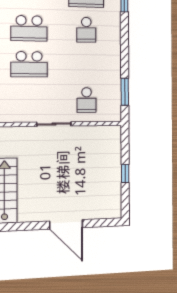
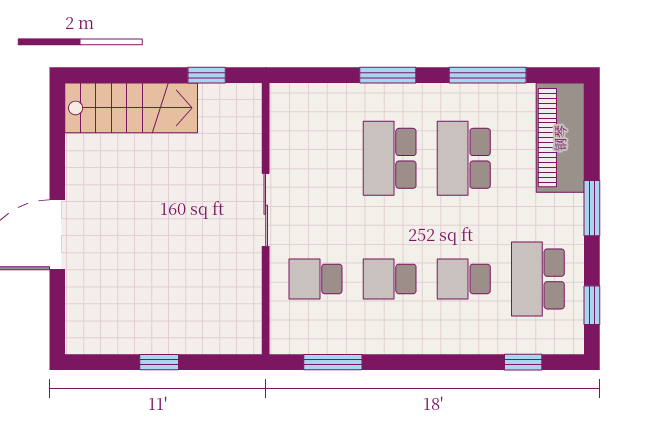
school desk: (86, 65) -> (390, 279), added

